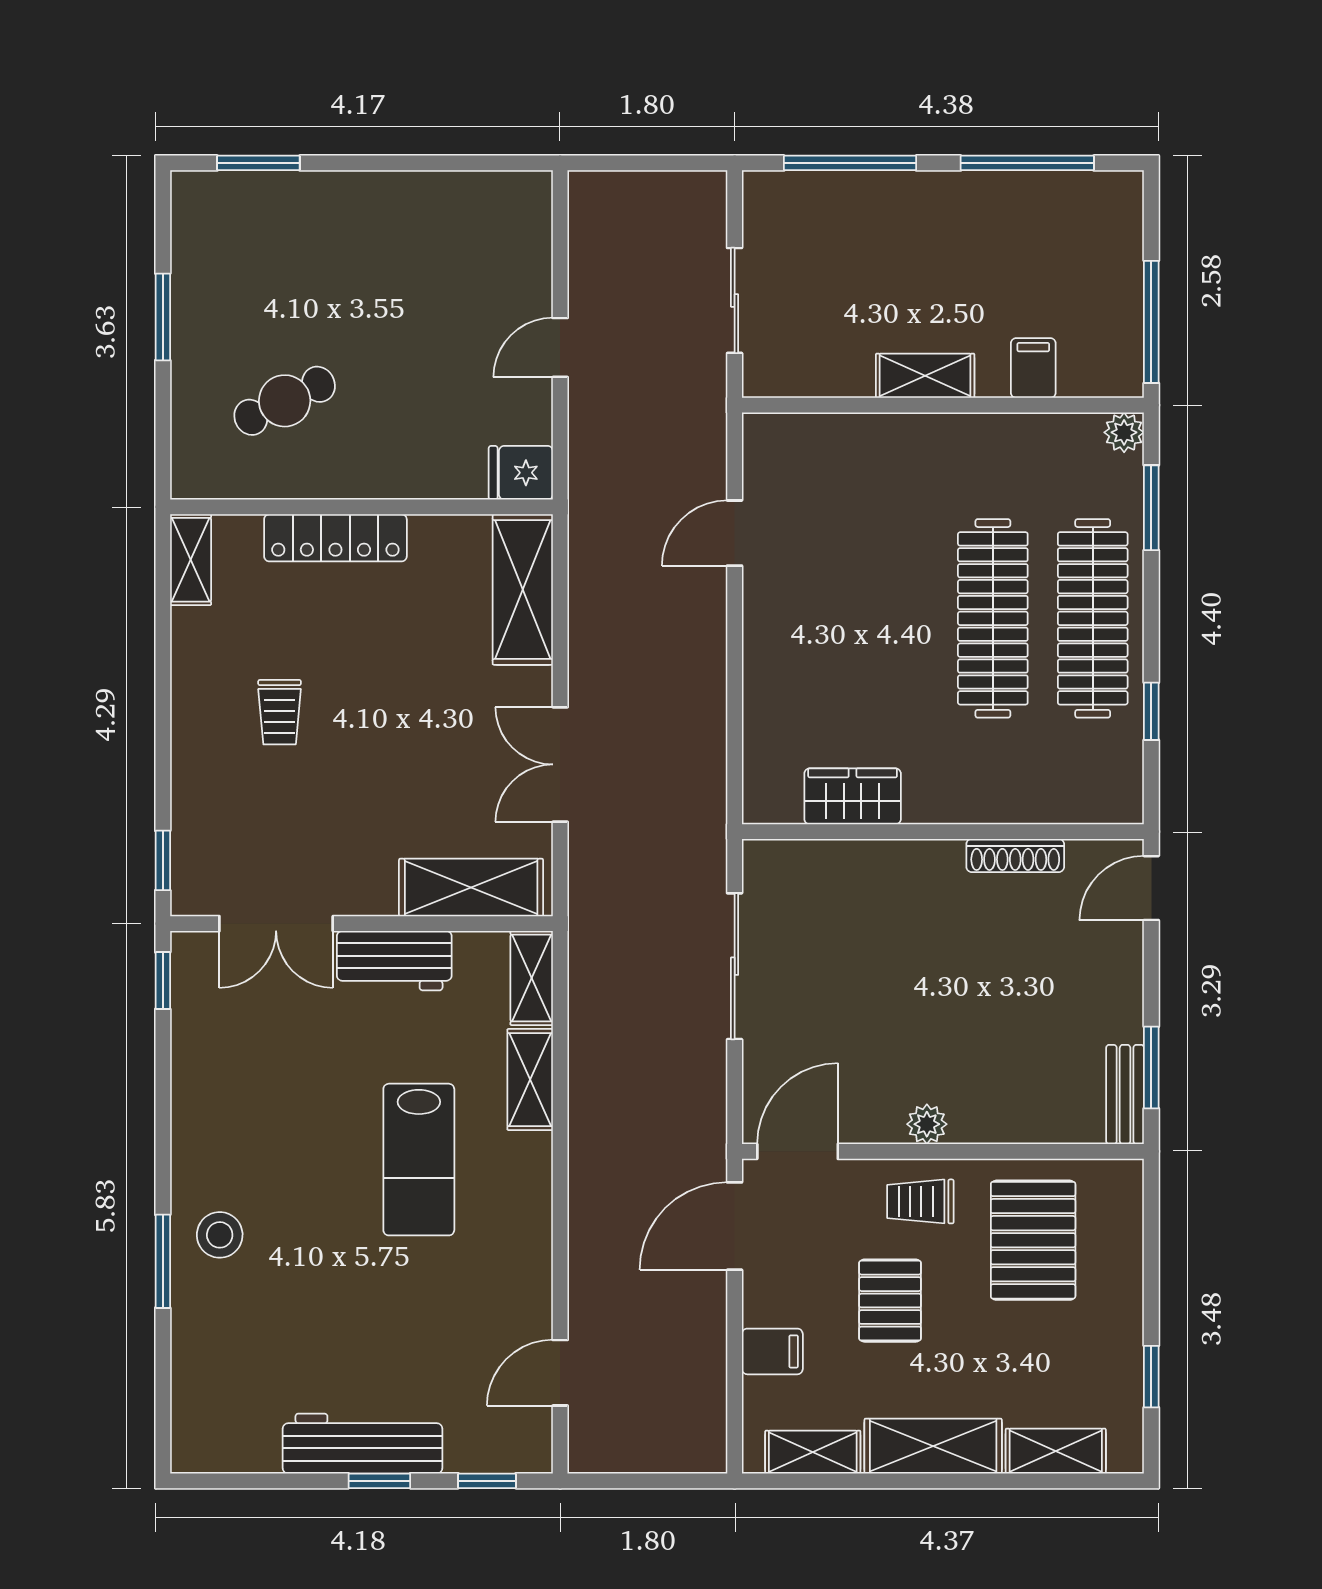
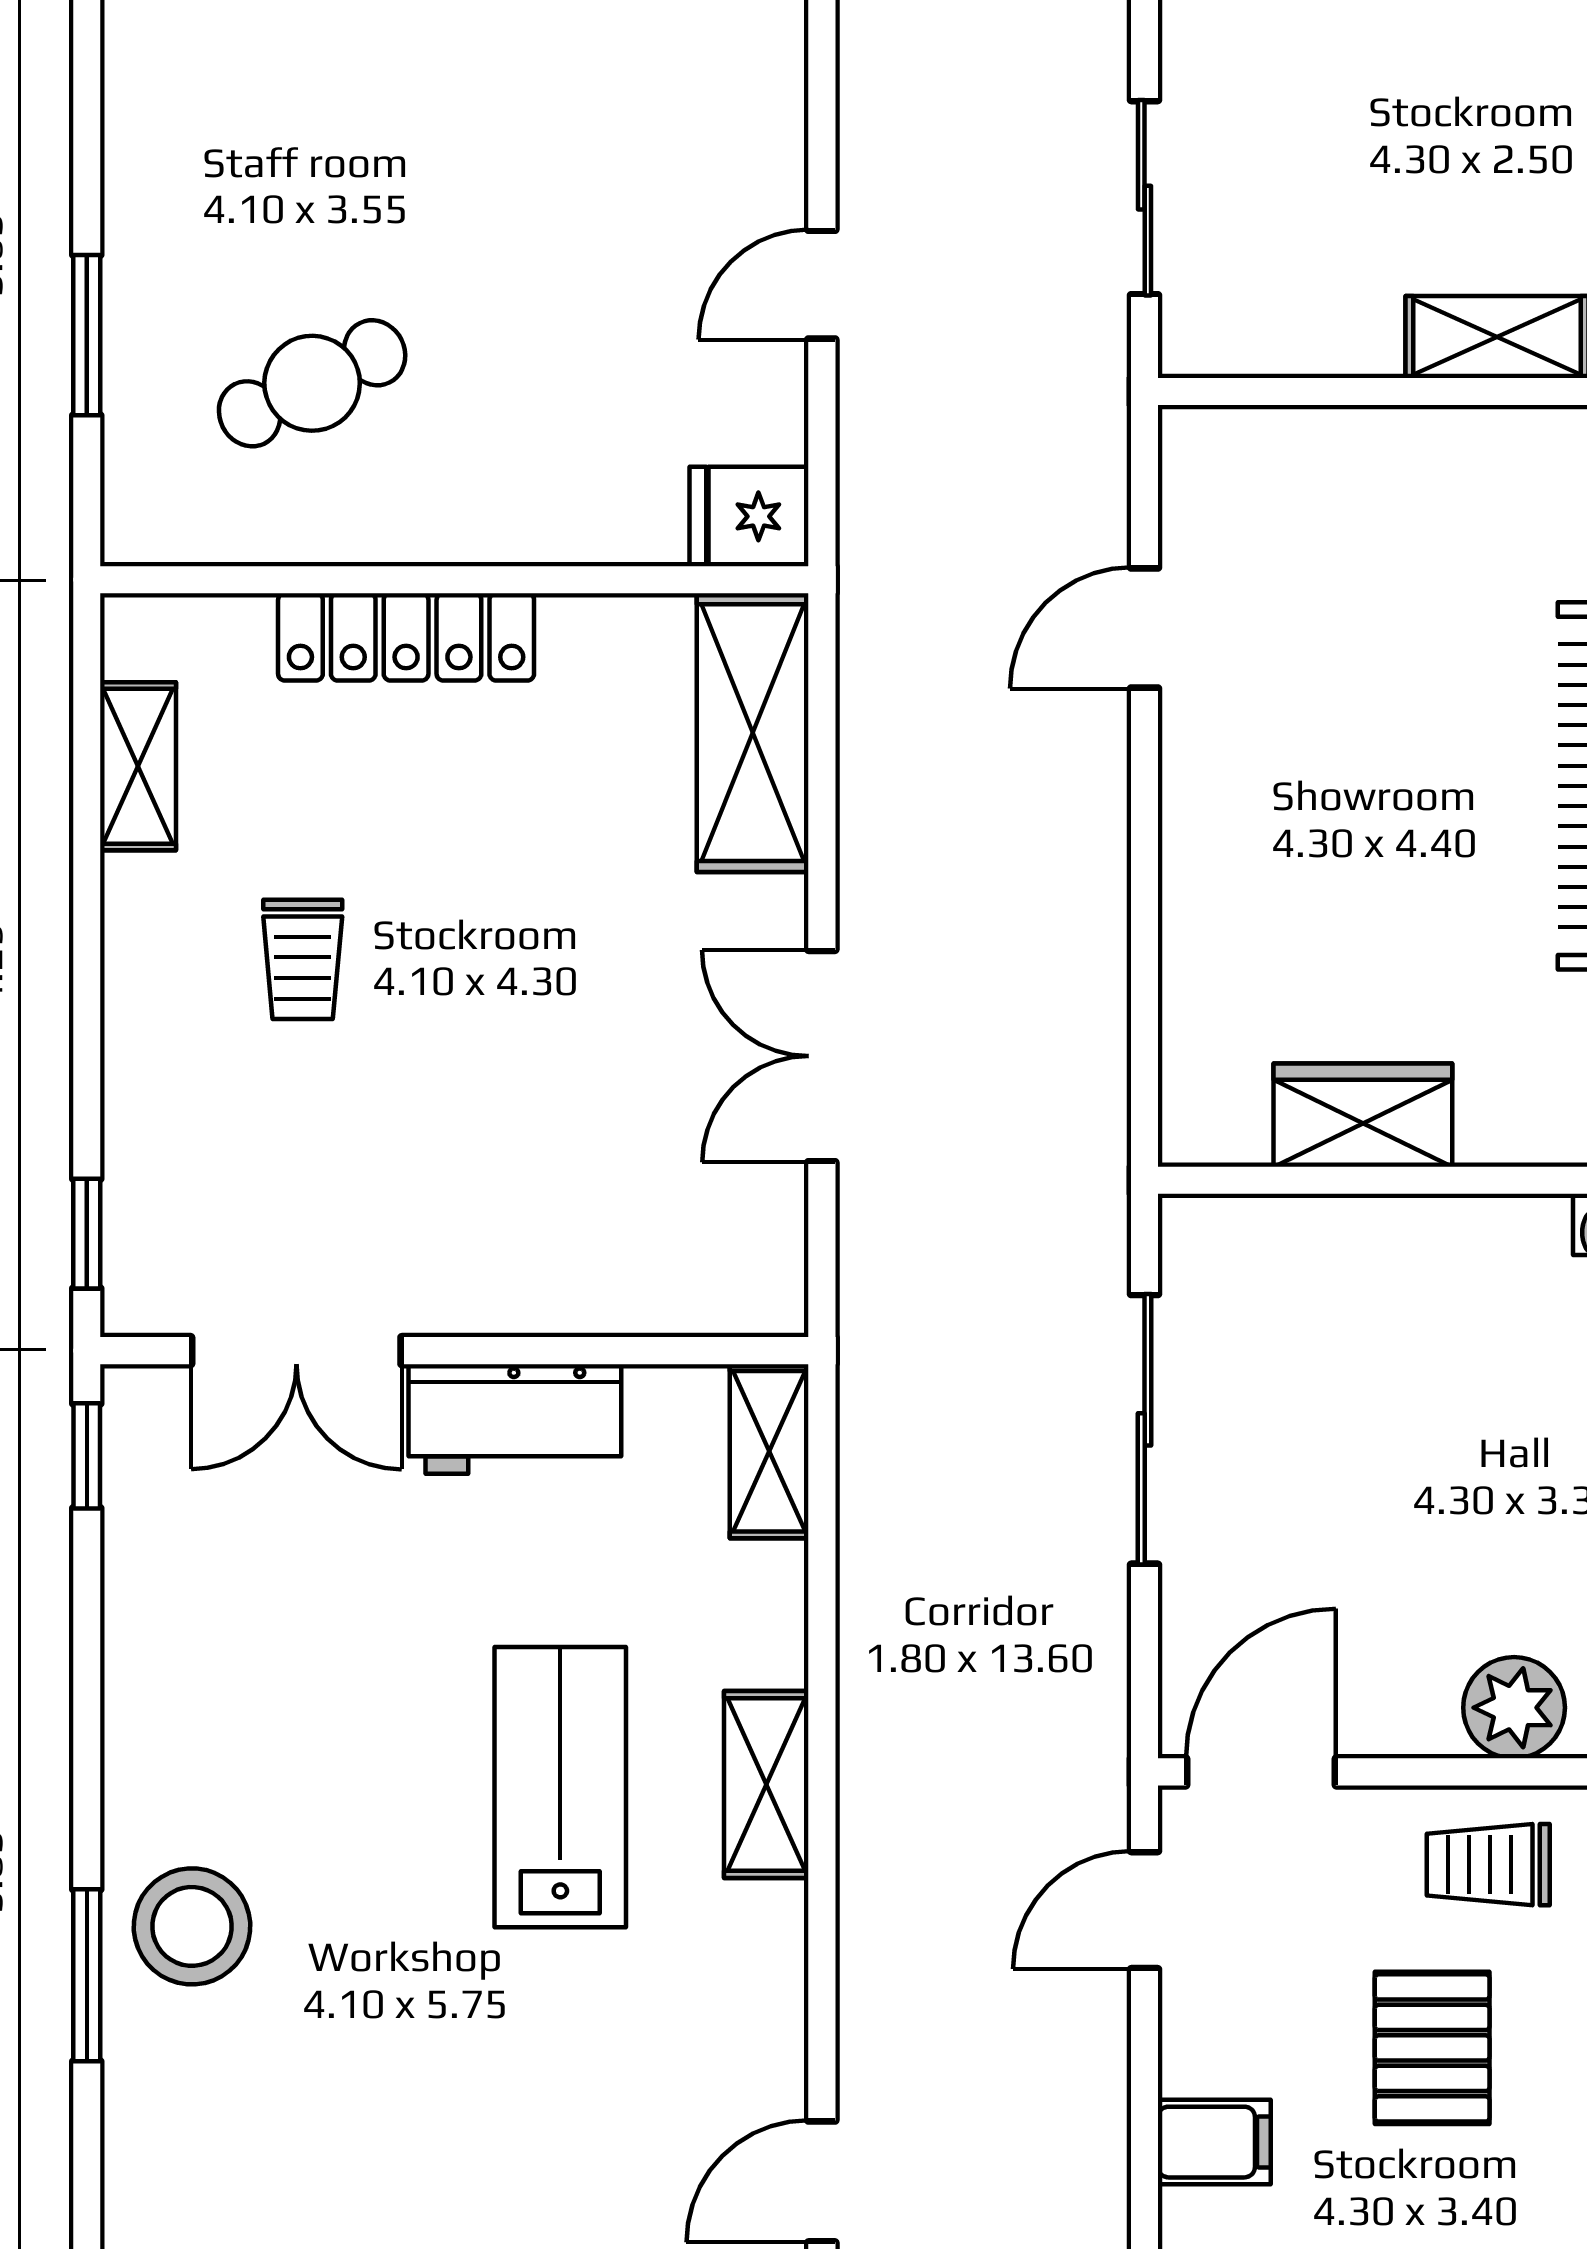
window: (163, 317) -> (87, 335), moved
shelving: (191, 560) -> (138, 766), moved
shelving: (471, 888) -> (657, 1284), removed
shelving: (530, 1080) -> (766, 1784), moved
plant: (927, 1124) -> (1514, 1708), width x1.38, depth x1.38
lab bench: (419, 1160) -> (560, 1787), turned 180
door: (735, 1226) -> (1145, 1910), width x0.73
stool: (220, 1235) -> (192, 1926), width x1.38, depth x1.38

